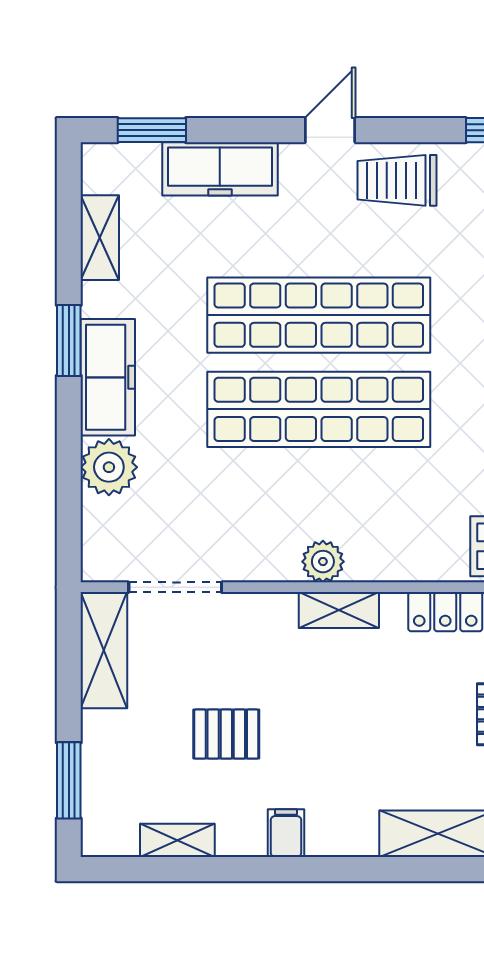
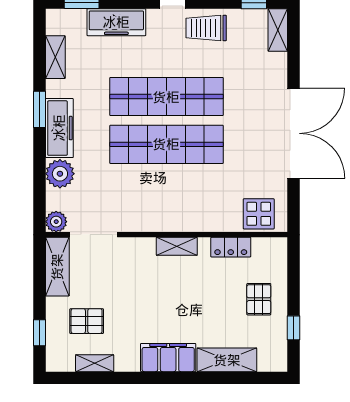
plant: (323, 562) -> (56, 222), moved
pallet: (226, 734) -> (87, 321), moved
window: (69, 780) -> (40, 333), width x0.67
filing cabinet: (286, 833) -> (168, 358), width x3.00, depth x1.17

